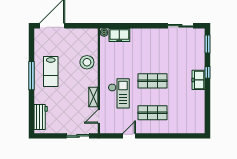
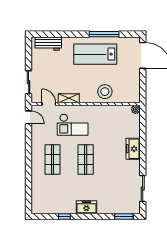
freezer: (119, 35) -> (133, 149), moved
lab bench: (51, 72) -> (95, 54), width x1.36, depth x1.39
window: (207, 72) -> (64, 217), moved
window: (32, 76) -> (104, 34), moved
door: (129, 136) -> (29, 117), moved

